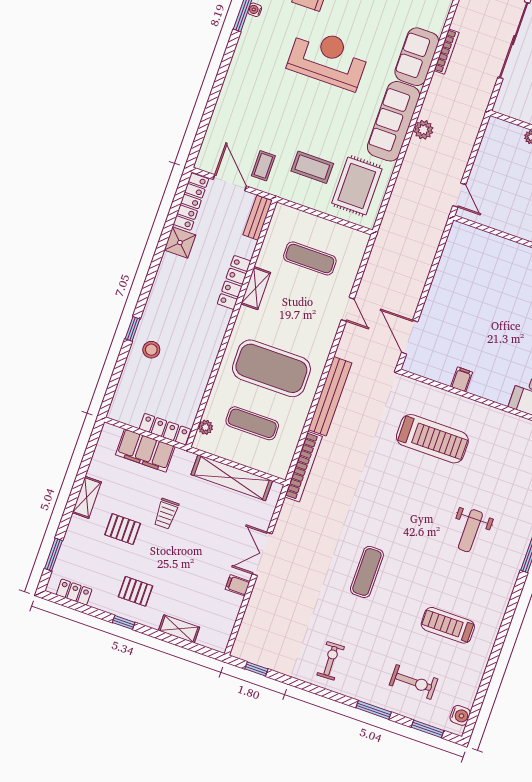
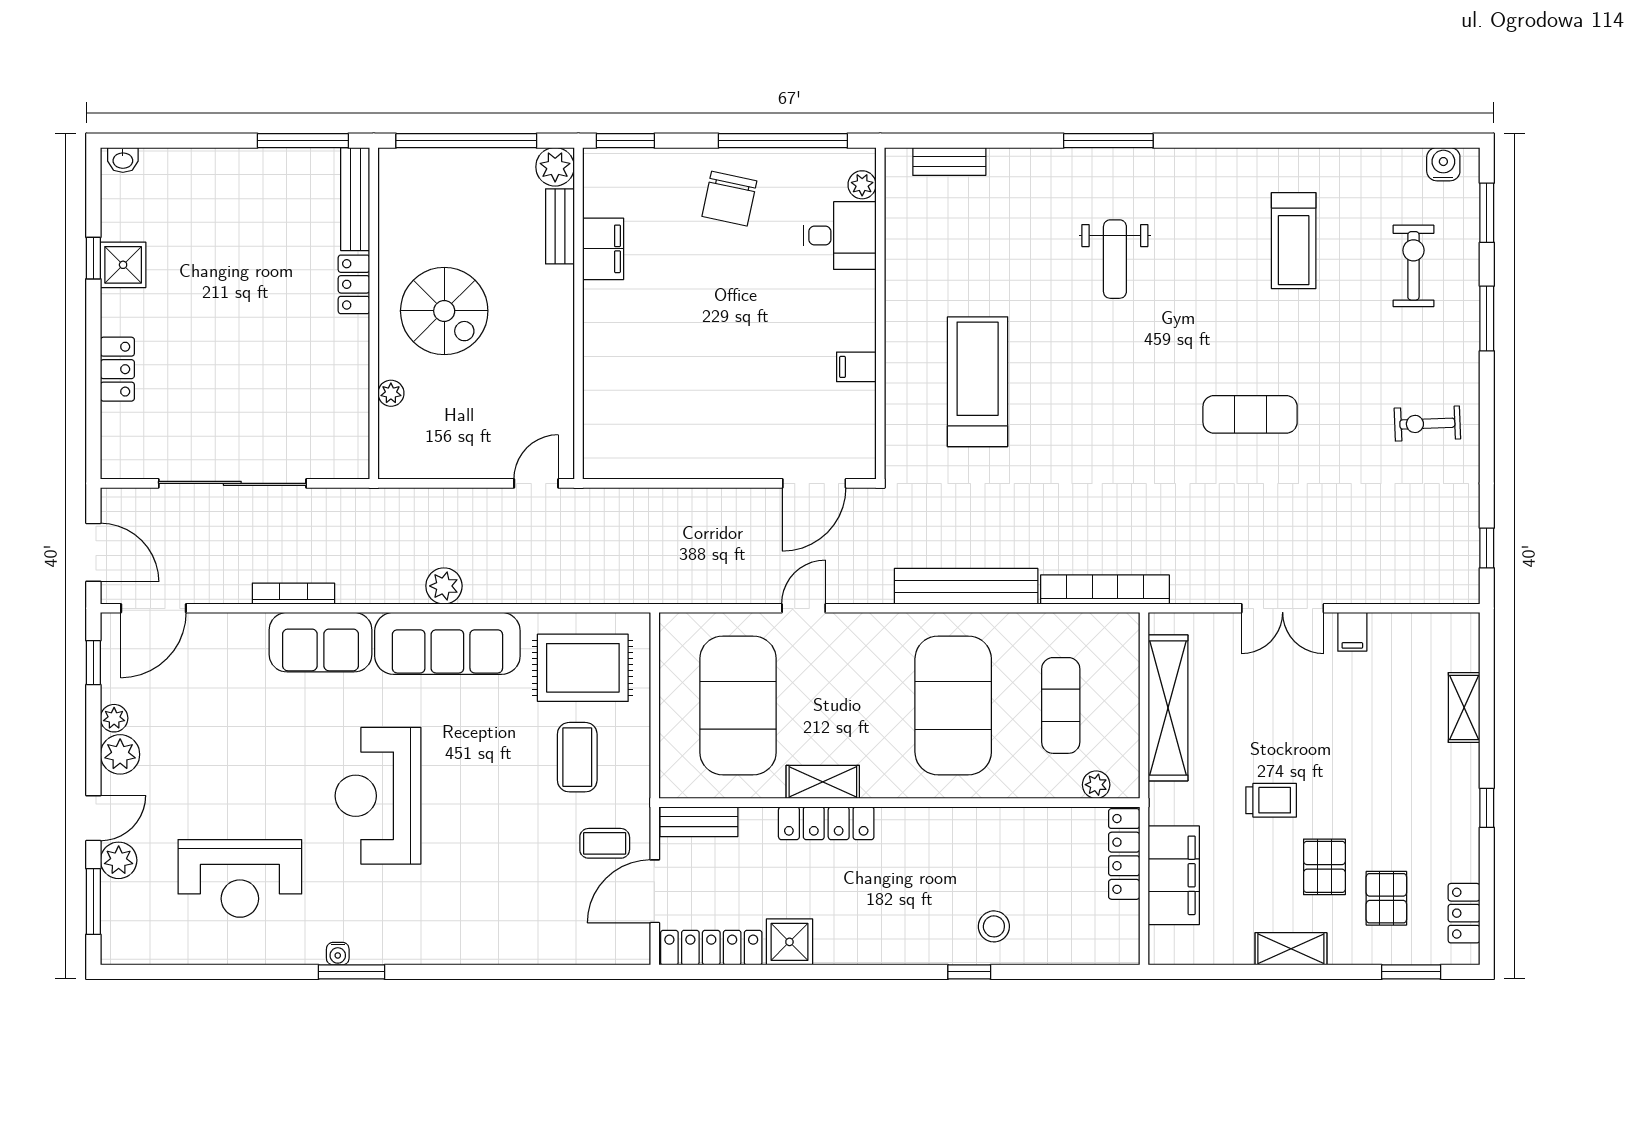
exercise mat: (310, 258) -> (738, 705), width x2.00, depth x1.45
weight bench: (470, 531) -> (1115, 259), turned 90
pallet: (135, 591) -> (1386, 898), moved

